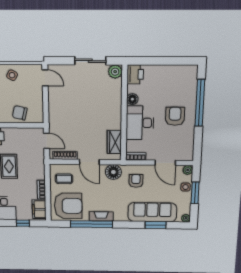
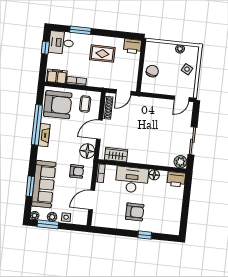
window: (200, 103) -> (145, 235), width x0.32
plant: (188, 170) -> (52, 217), moved
window: (195, 193) -> (48, 224), moved
armchair: (68, 206) -> (58, 105), turned -90
window: (23, 223) -> (45, 48), moved

